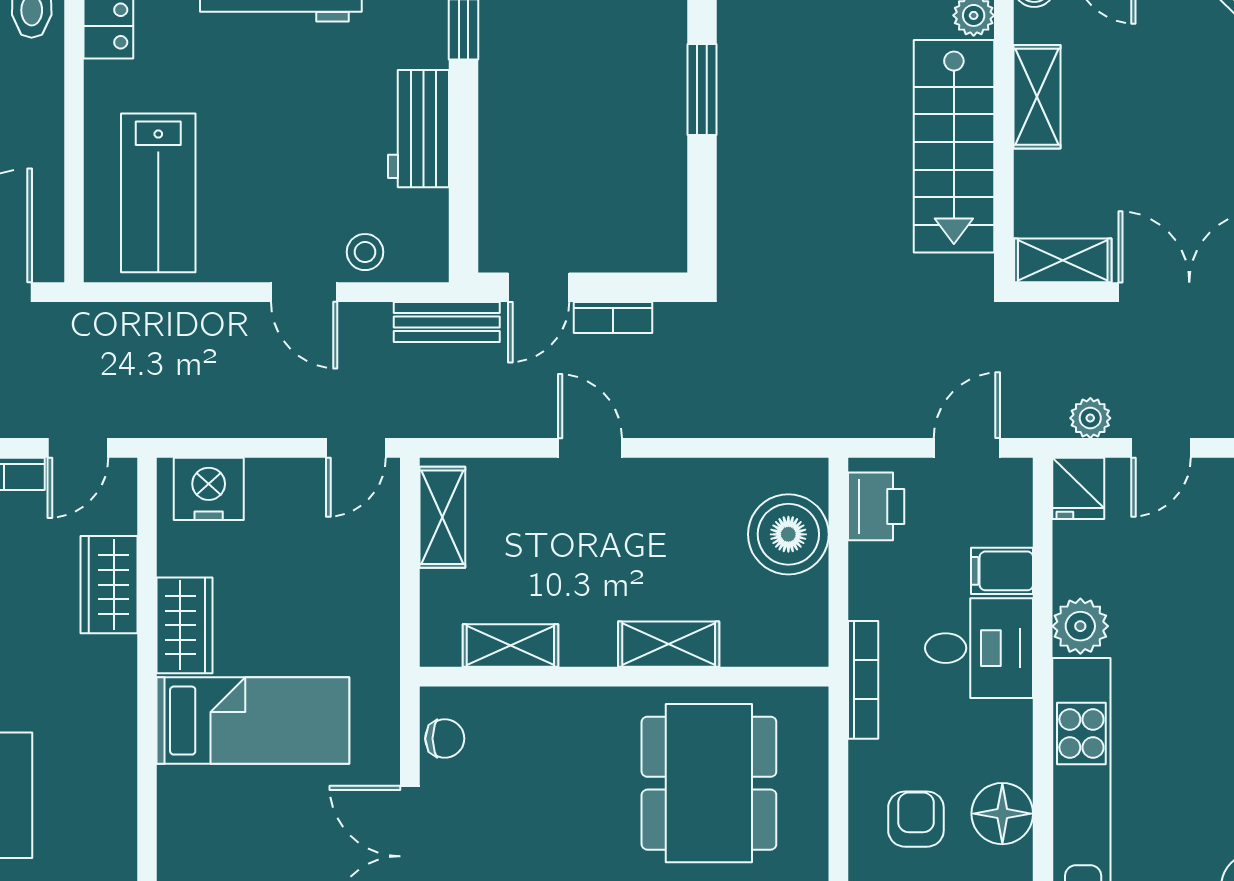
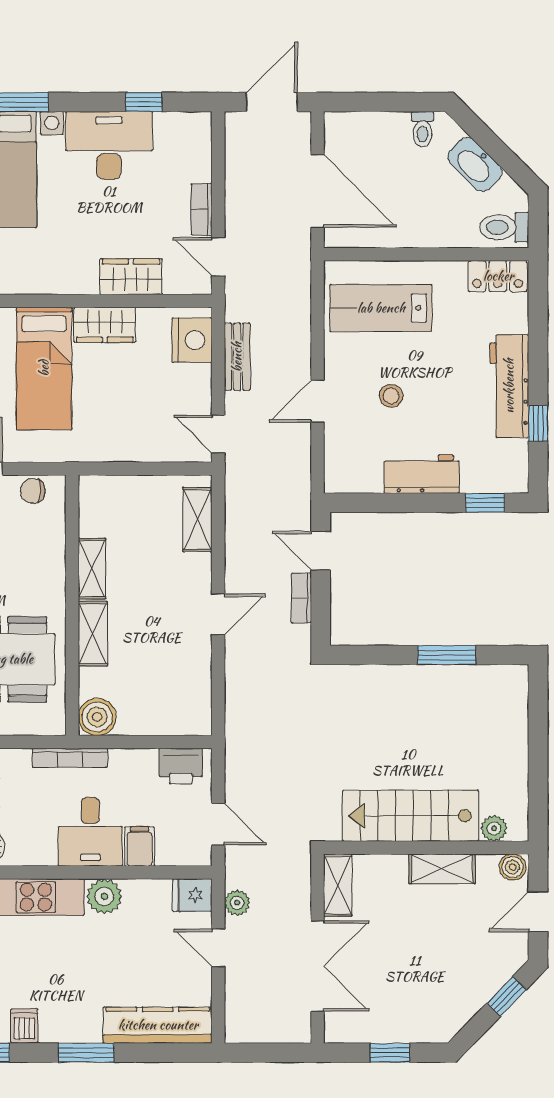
stool: (365, 252) -> (391, 396), moved
bench: (447, 322) -> (237, 357), moved
door: (590, 448) -> (218, 614), moved
shelving: (442, 517) -> (197, 519), moved, turned 90
boiler: (788, 534) -> (97, 717), moved, width x0.73, depth x0.73
shelving: (510, 645) -> (92, 569), moved
chair: (445, 739) -> (33, 491), turned 90

